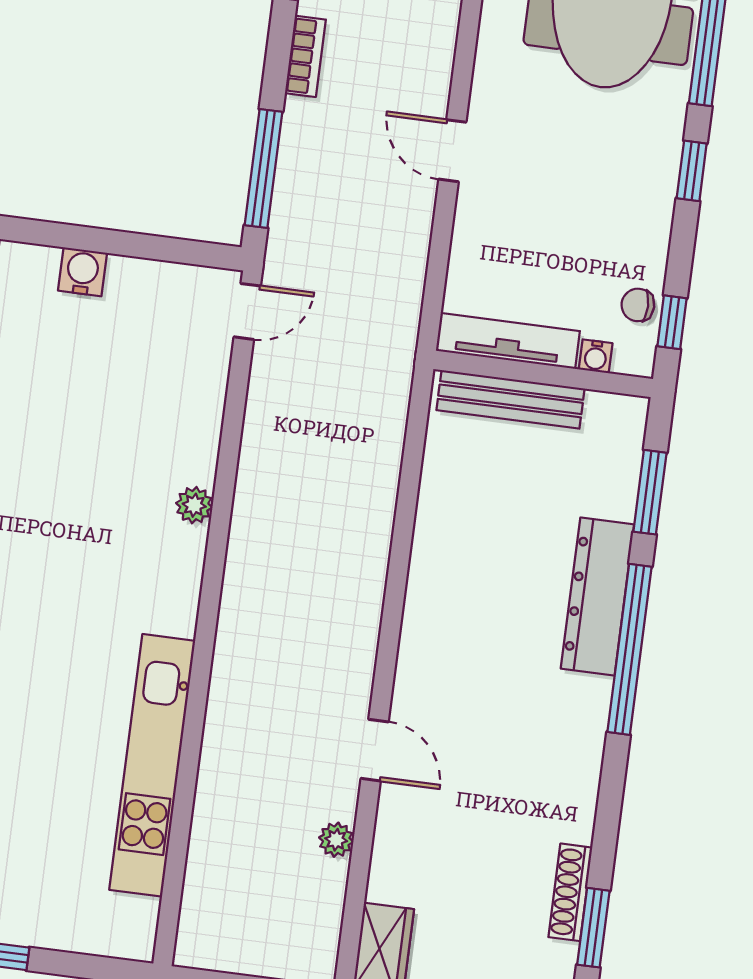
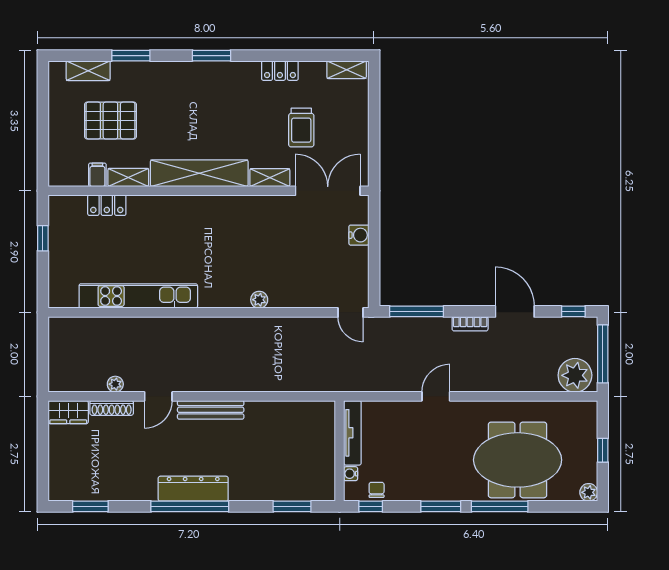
window: (692, 171) -> (441, 506), width x1.50
bench: (510, 399) -> (211, 410), moved, turned 90
dresser: (597, 596) -> (193, 489), moved
window: (630, 649) -> (190, 506), moved
shoe rack: (570, 892) -> (112, 408), moved, turned 180

